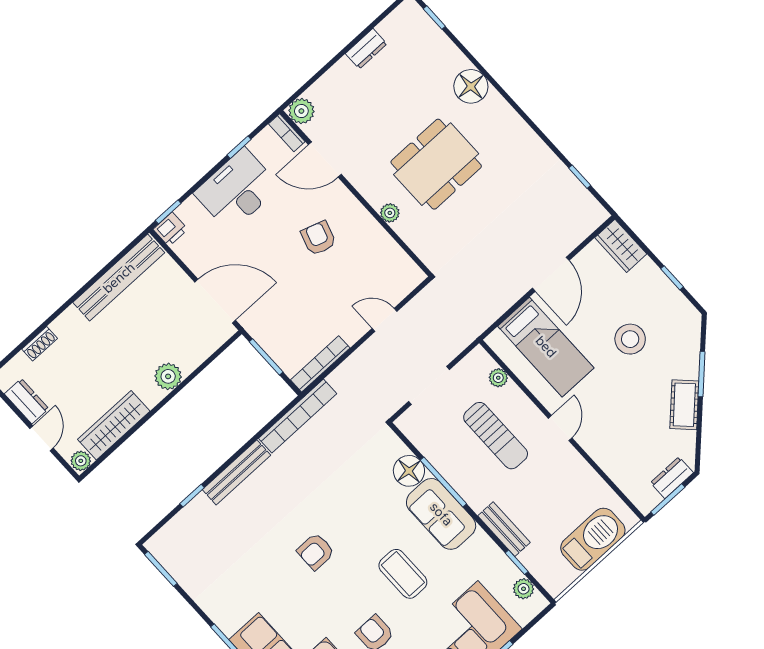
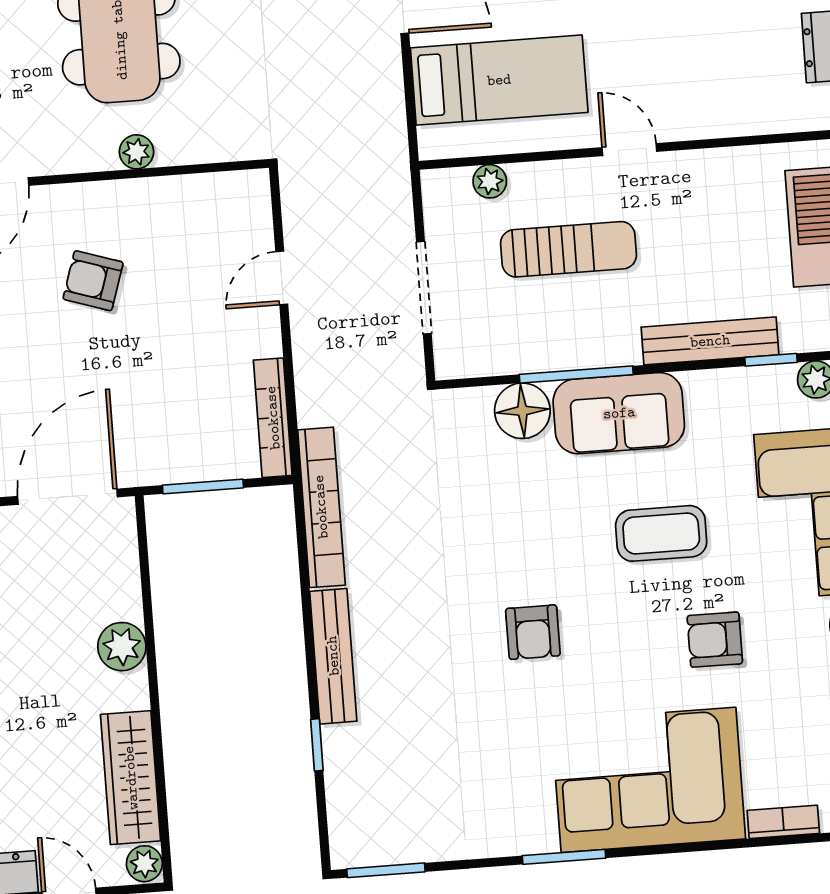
bench: (504, 529) -> (710, 341), width x1.36

